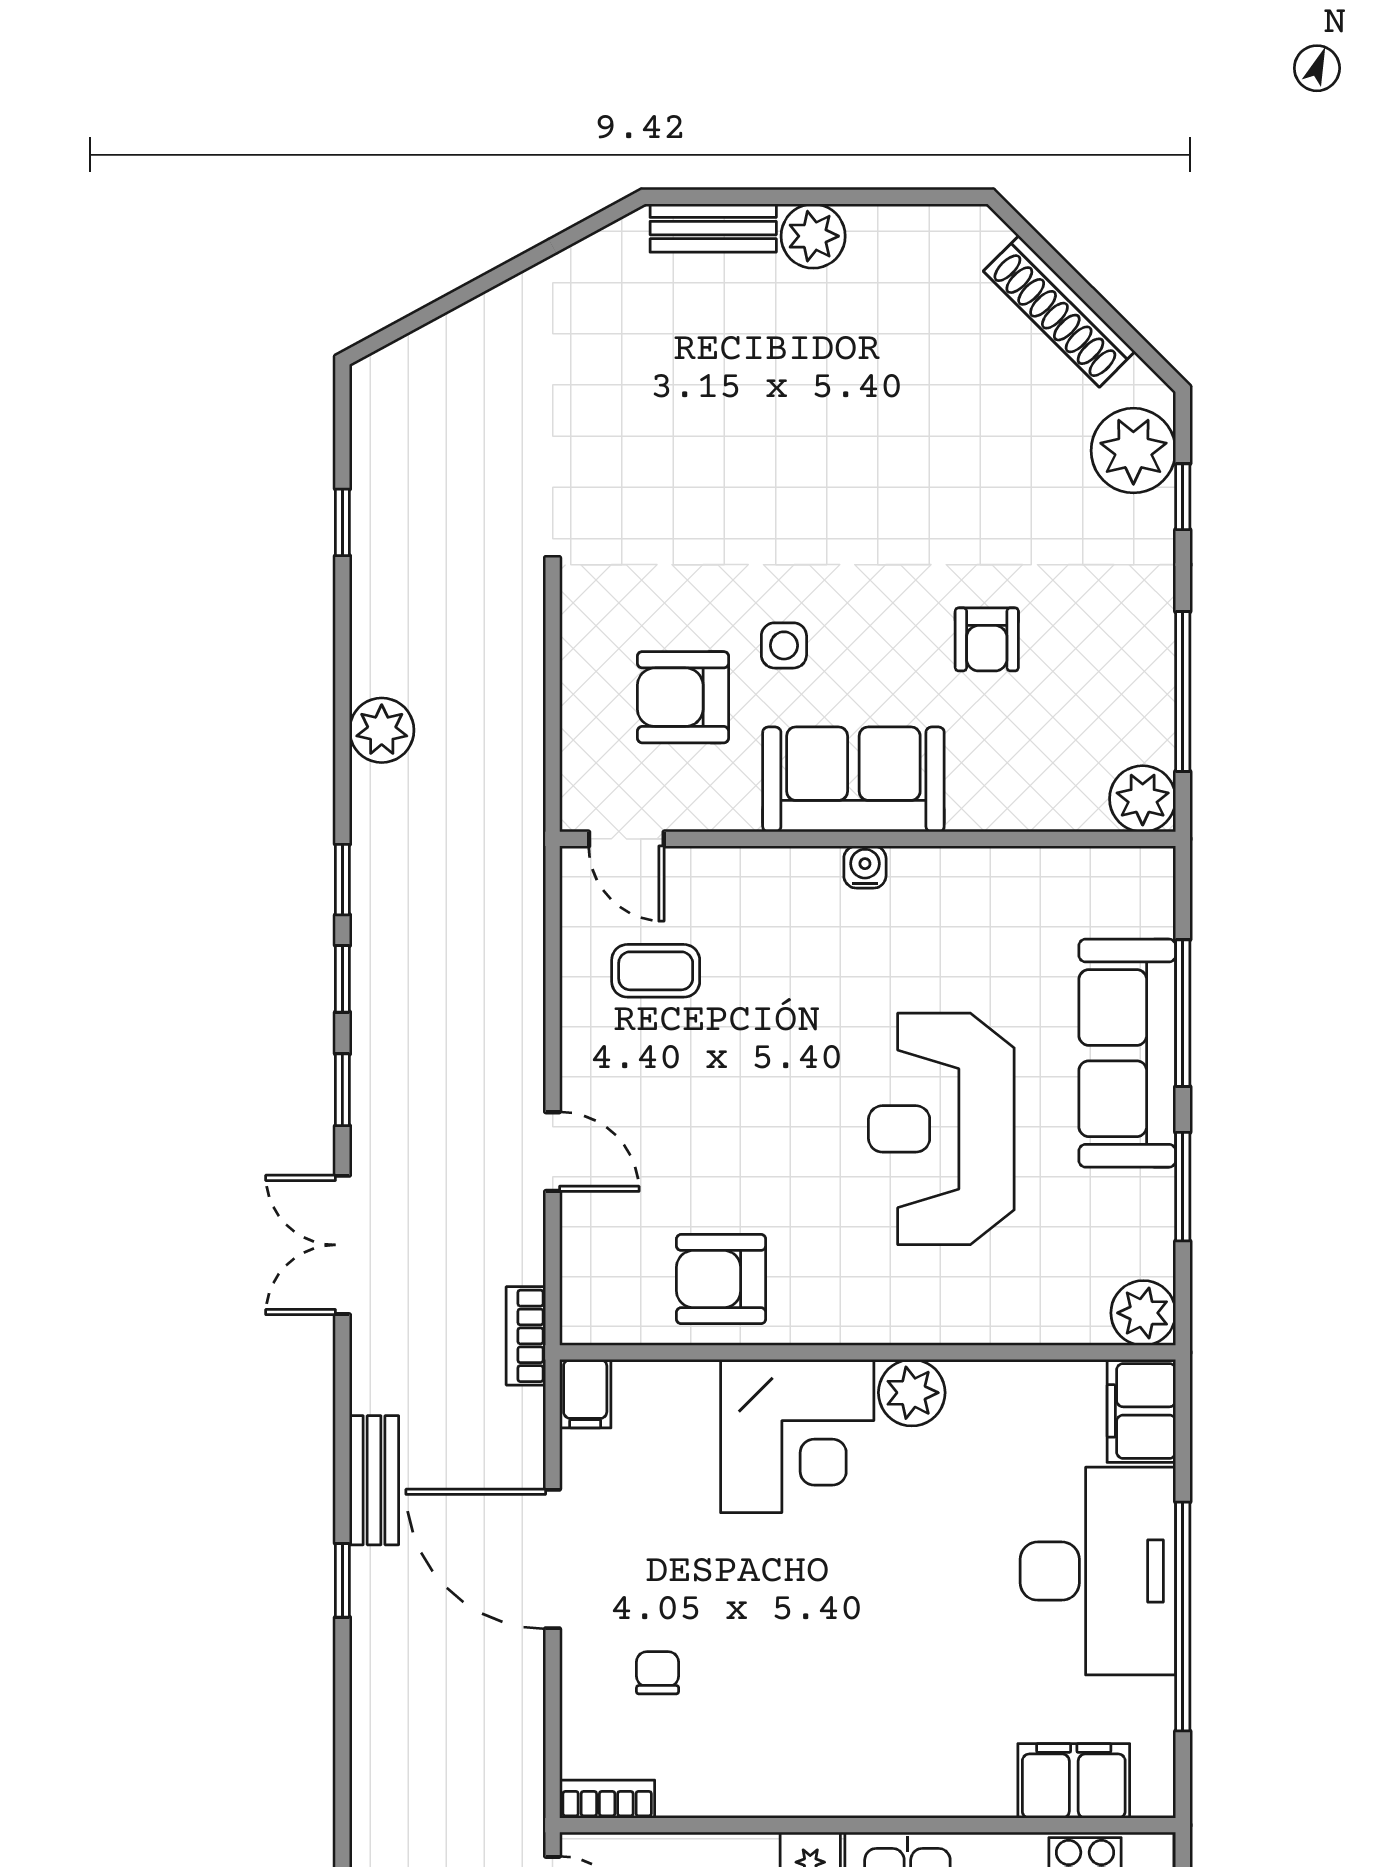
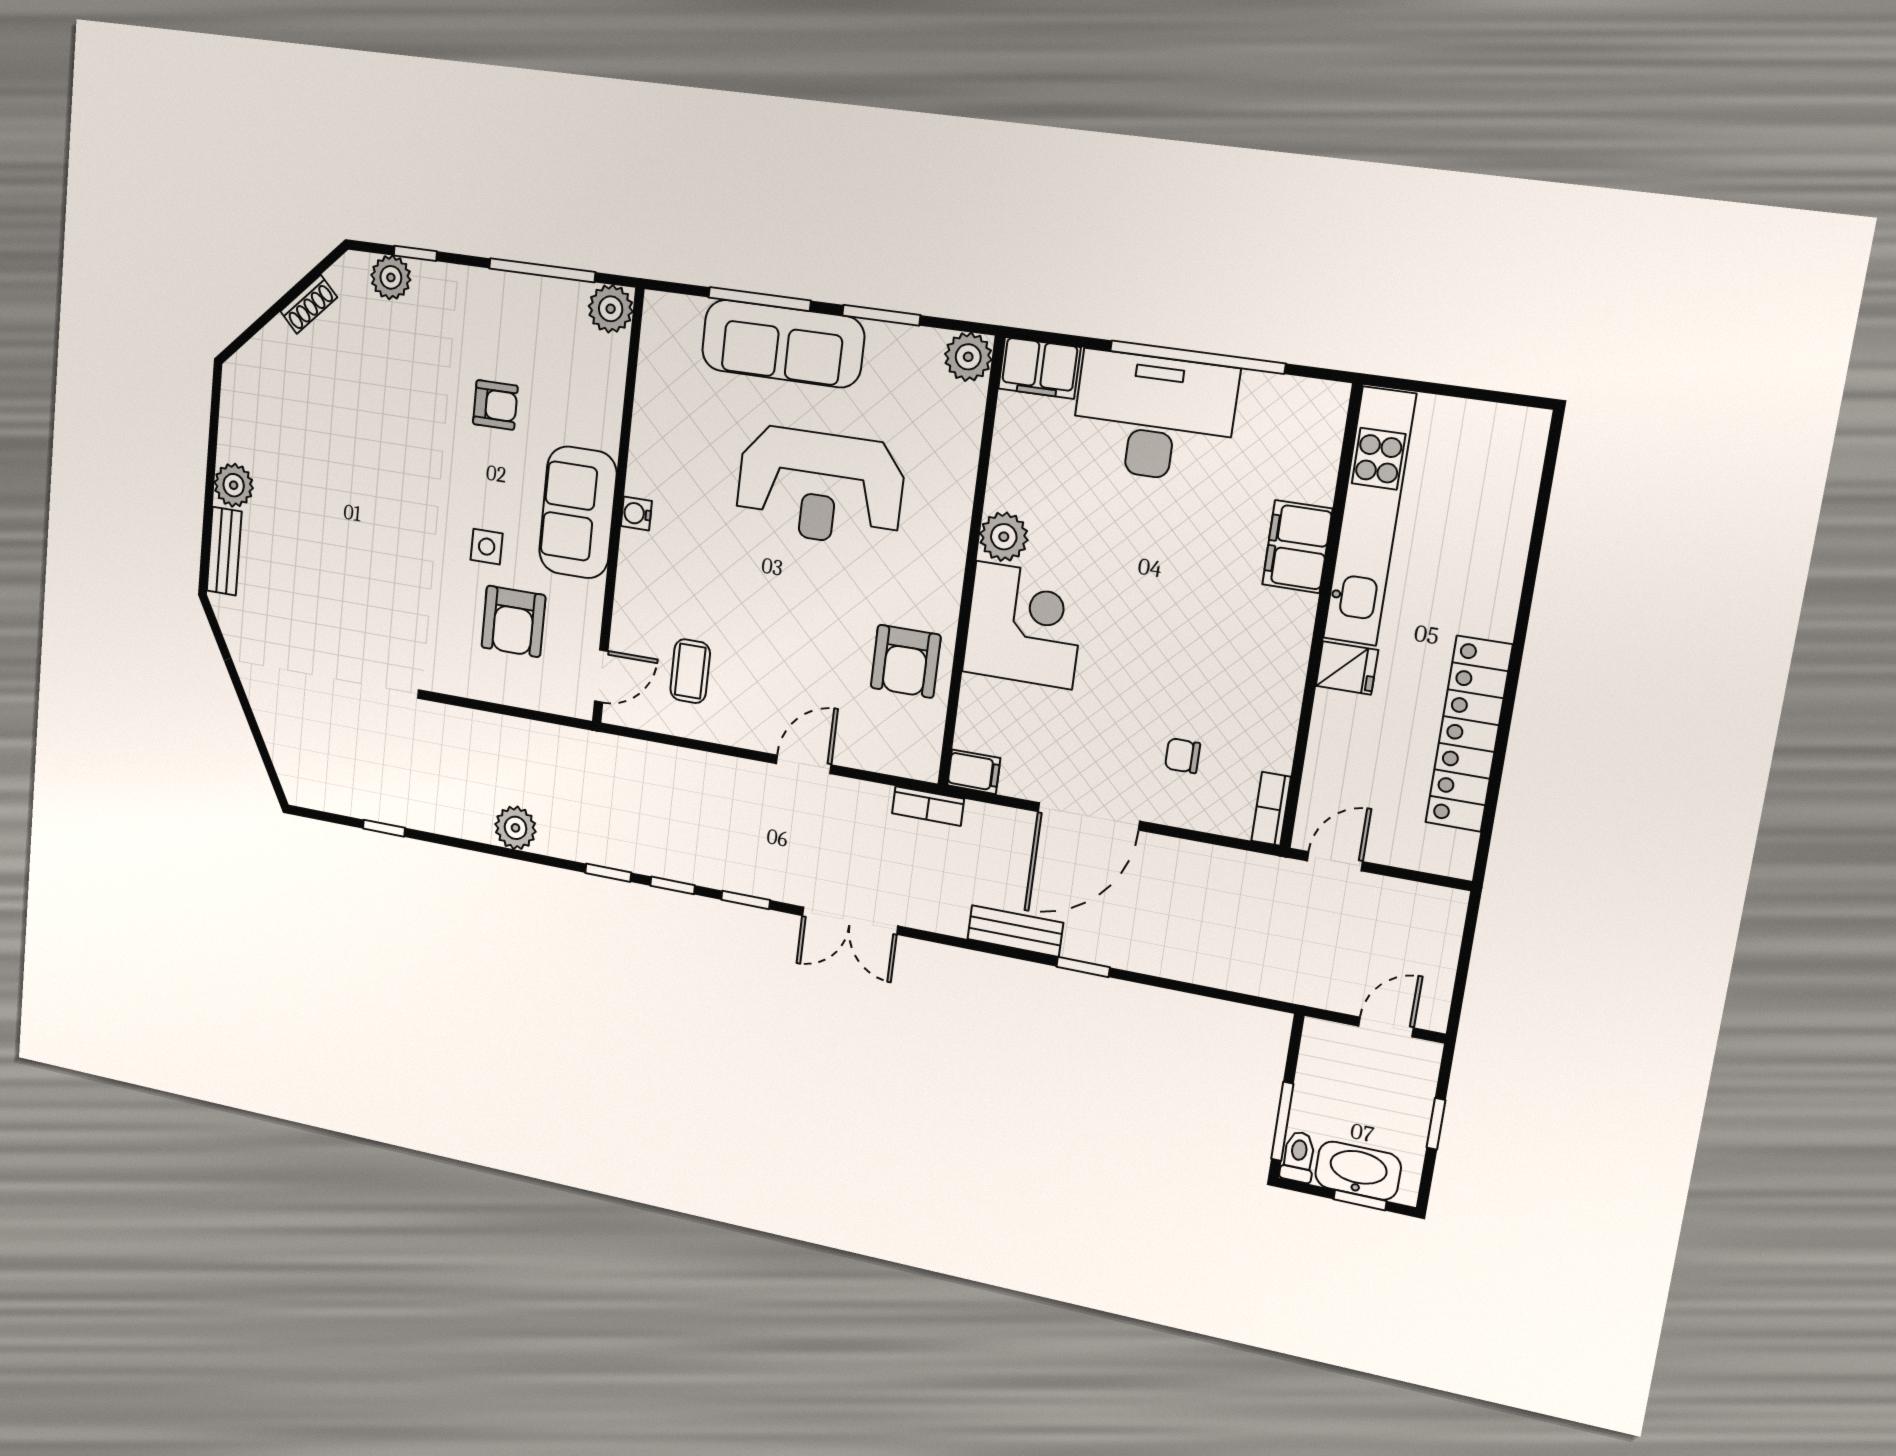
shoe rack: (1059, 311) -> (309, 304), width x0.51, depth x0.81
plant: (1133, 451) -> (391, 277), width x0.73, depth x0.73
filing cabinet: (1074, 1781) -> (1297, 547), moved

